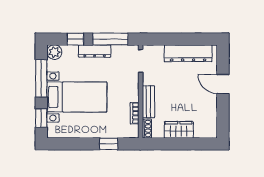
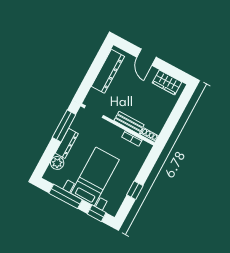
window: (75, 39) -> (49, 153), removed
plant: (54, 52) -> (57, 163), moved
door: (223, 84) -> (147, 57), hinge flipped
wardrobe: (179, 130) -> (167, 82), moved, turned -90
window: (109, 144) -> (135, 190), moved

